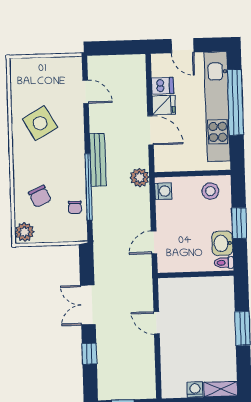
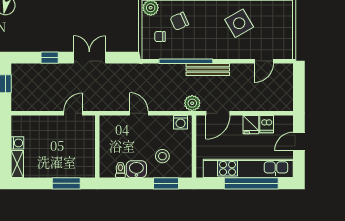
door: (150, 130) -> (218, 113), moved
stool: (210, 191) -> (162, 156), moved
chair: (75, 207) -> (160, 37), moved
window: (239, 223) -> (166, 183), moved
wall: (196, 274) -> (97, 147), moved

